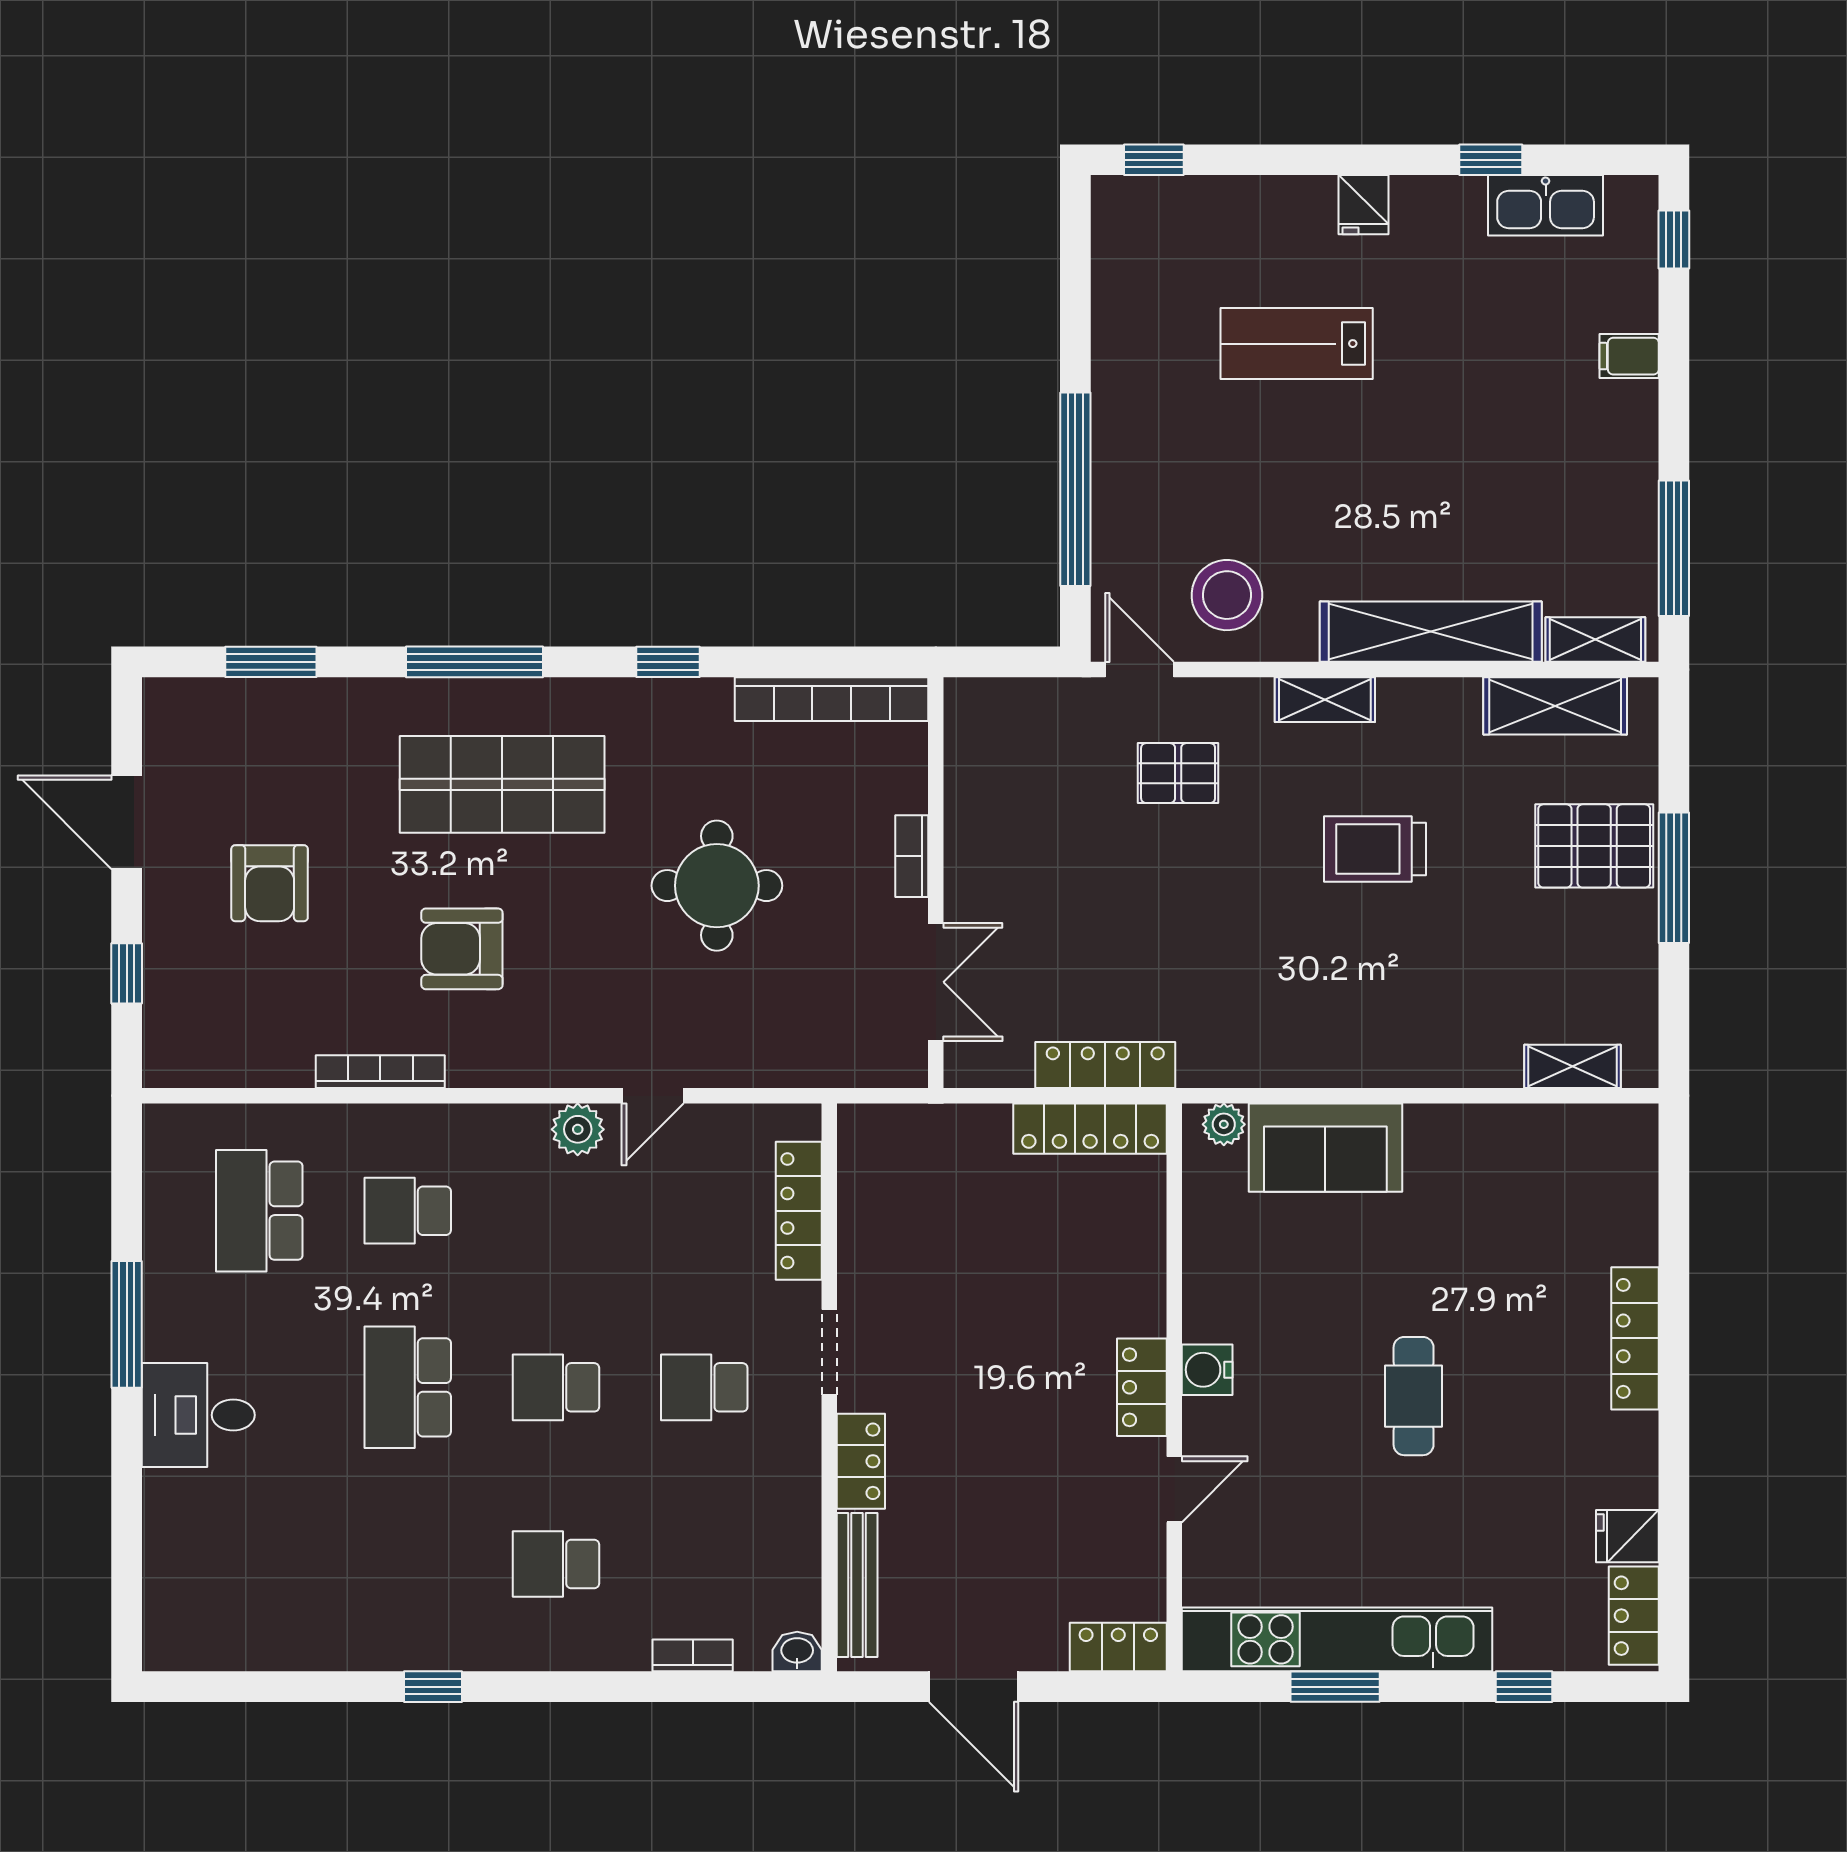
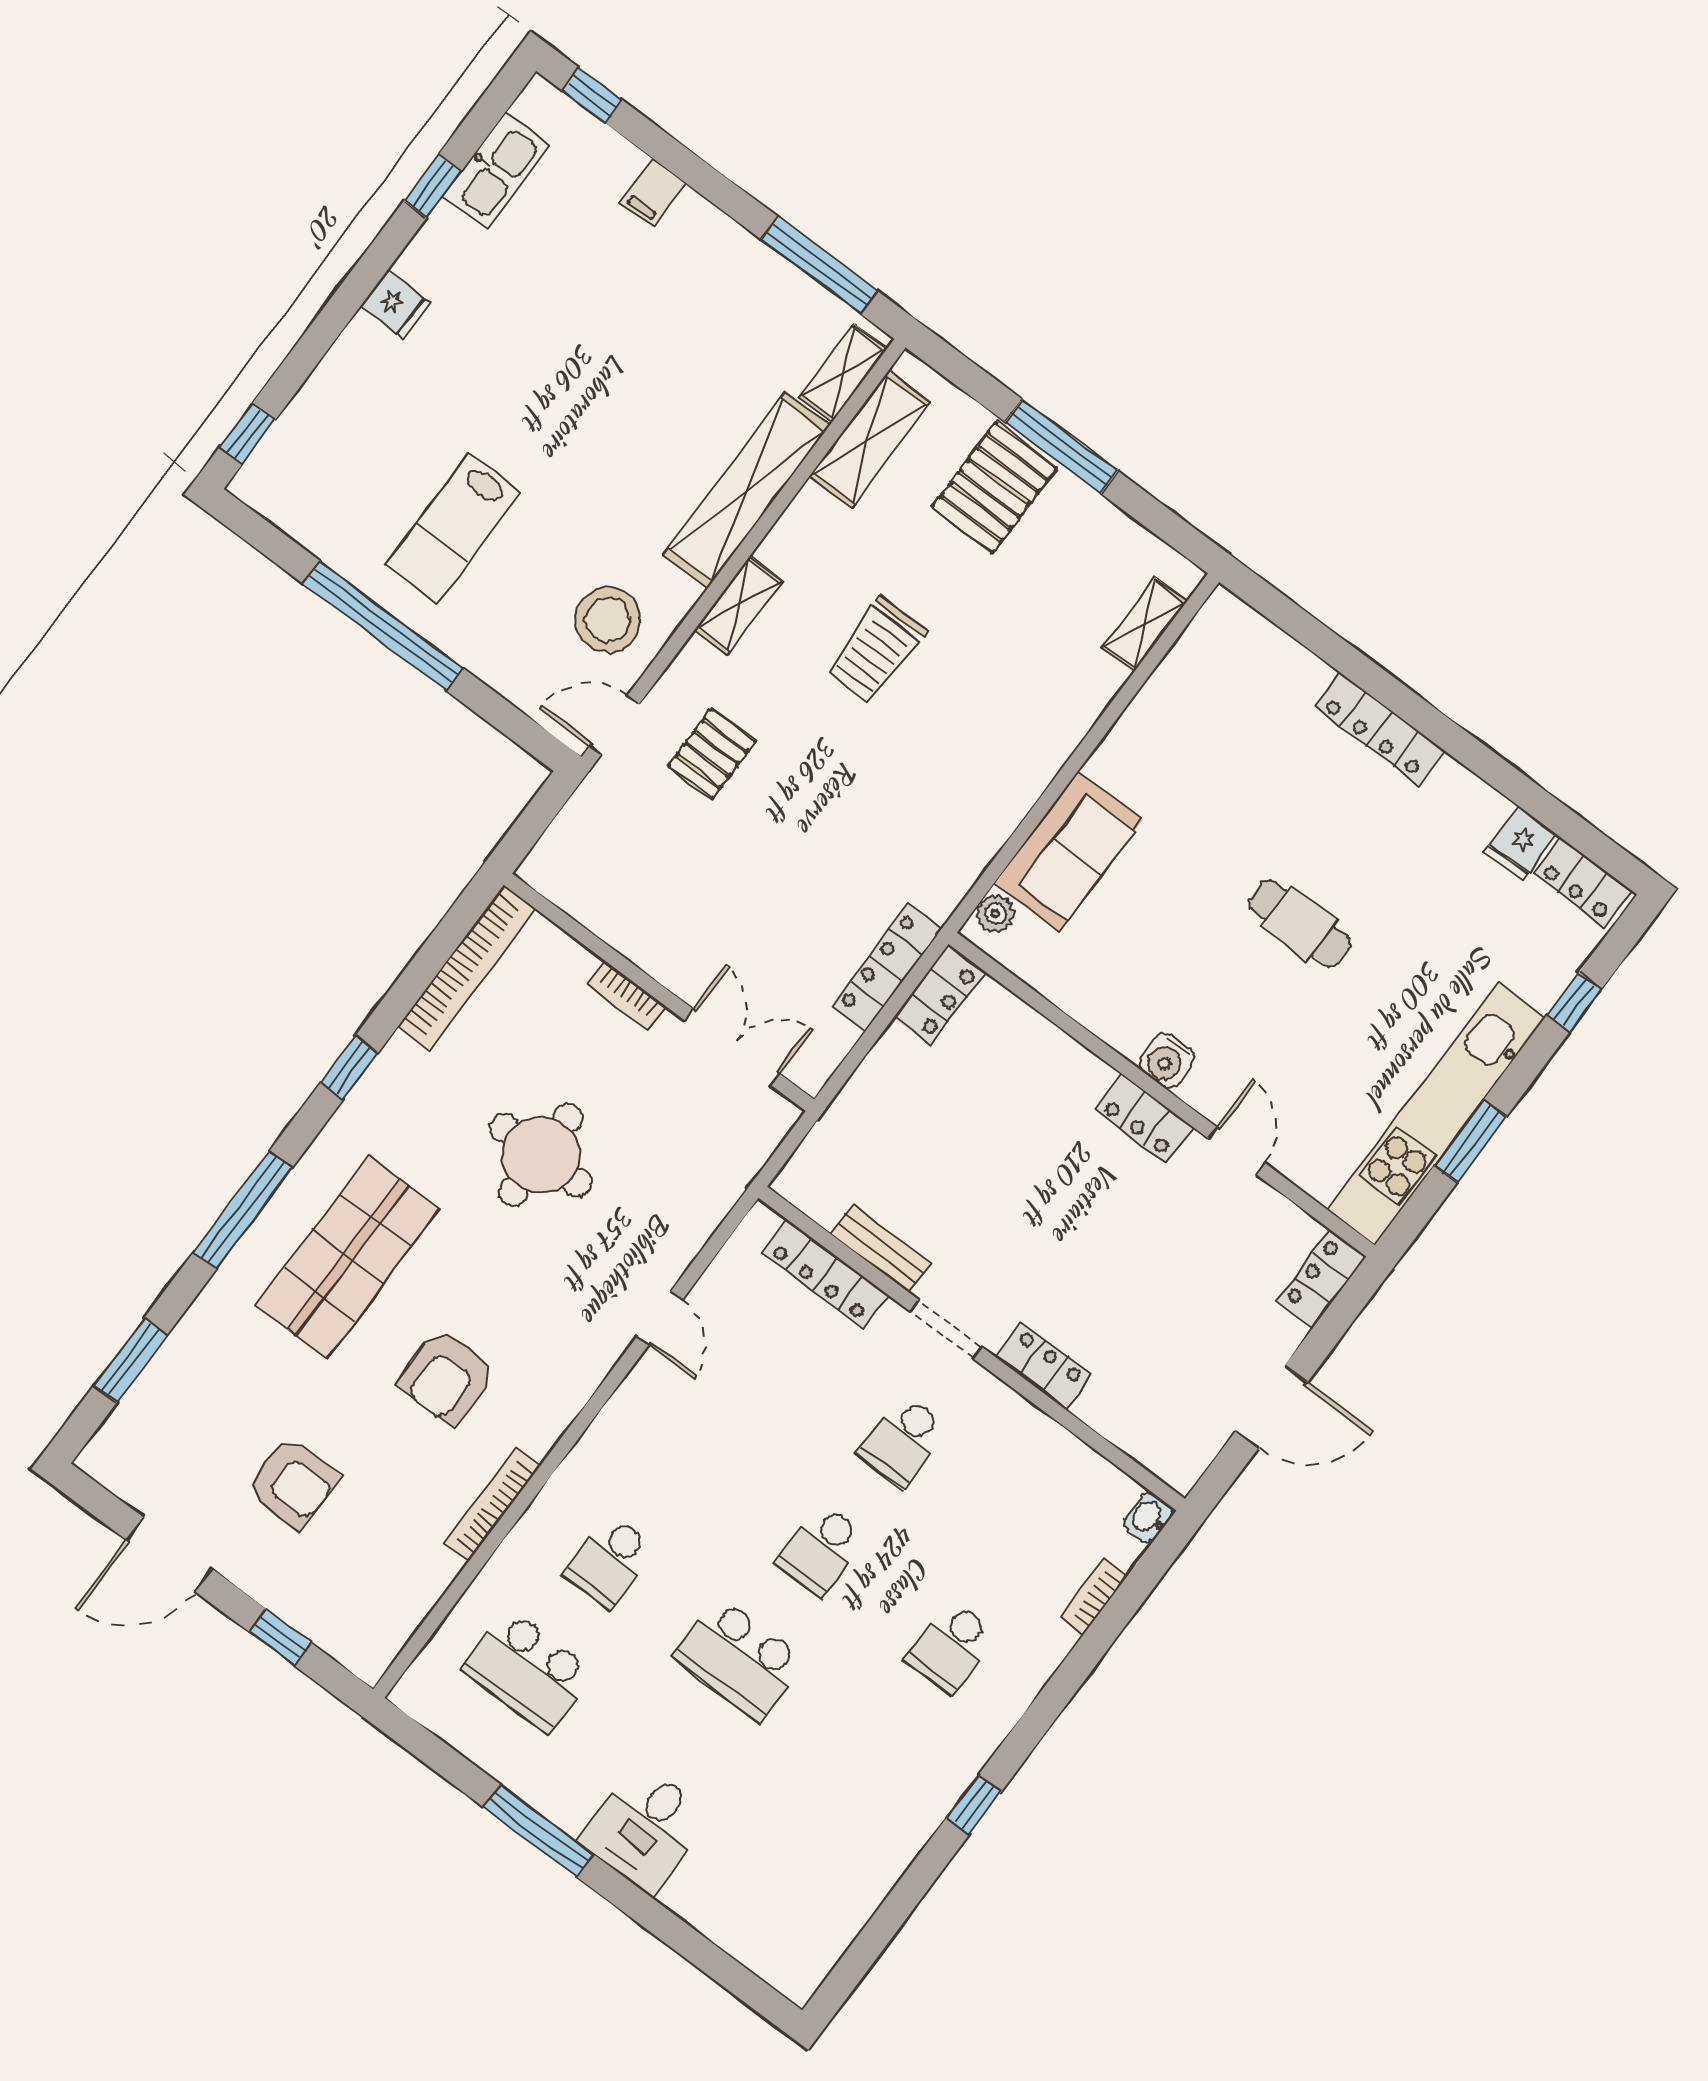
lab bench: (1297, 344) -> (453, 528), moved
window: (1075, 489) -> (383, 626), moved
plant: (578, 1129) -> (643, 1391), removed
locker: (1090, 1129) -> (939, 995), width x0.66
bench: (857, 1585) -> (880, 1248), moved, width x0.73

